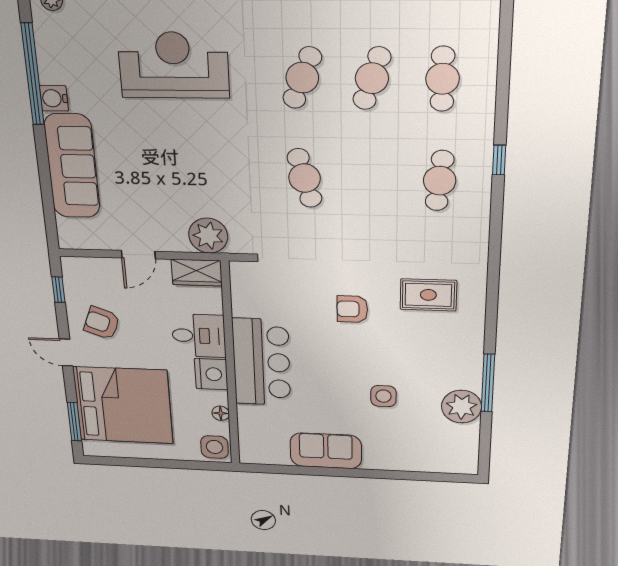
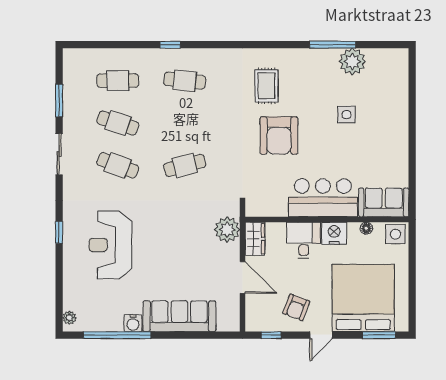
door: (138, 255) -> (243, 277), width x1.38
armchair: (352, 309) -> (279, 136), width x1.88, depth x1.88
sofa: (326, 451) -> (384, 202), moved, turned 90

